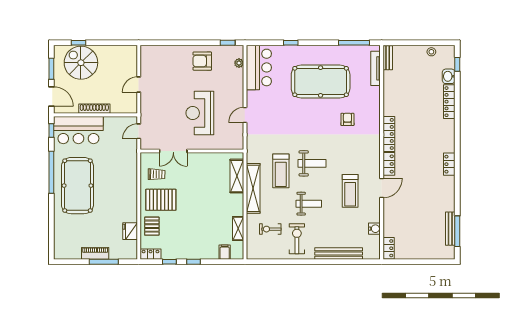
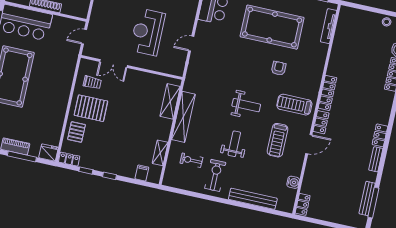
bench: (388, 58) -> (376, 159), moved
armchair: (347, 119) -> (279, 68), moved
treadmill: (281, 171) -> (294, 105), moved, turned 90
weight bench: (309, 204) -> (234, 144), turned -90
fridge: (130, 231) -> (48, 153), moved, turned 90

